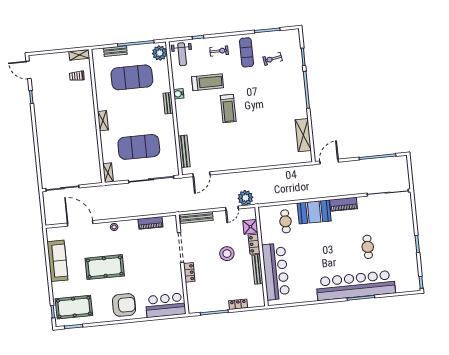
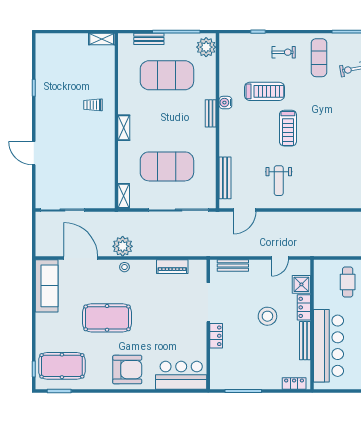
weight bench: (182, 54) -> (279, 181), moved
door: (29, 70) -> (34, 153), moved
trolley: (77, 76) -> (93, 105), moved
plant: (245, 198) -> (123, 246), moved
bench: (197, 217) -> (233, 265), width x0.73
sofa: (57, 261) -> (47, 286), moved
locker: (238, 304) -> (294, 383), moved

